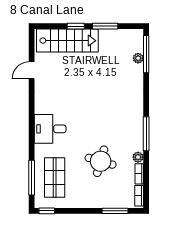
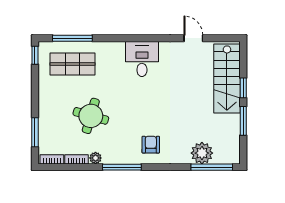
plant: (138, 58) -> (202, 153), width x1.87, depth x1.87
armchair: (126, 108) -> (151, 145), added
desk: (50, 129) -> (142, 59), moved

